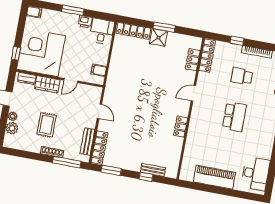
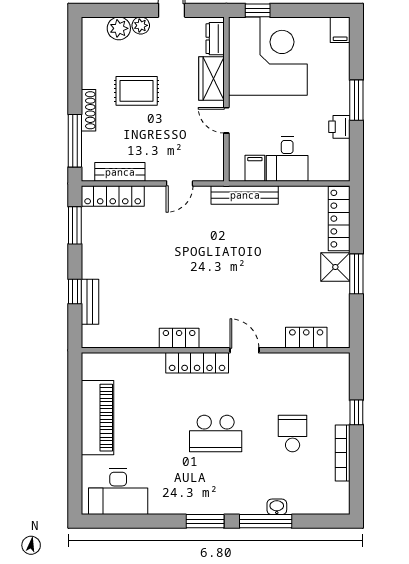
desk: (102, 31) -> (287, 159), moved, turned 90
locker: (207, 56) -> (197, 363), moved
bench: (112, 78) -> (245, 195), added

